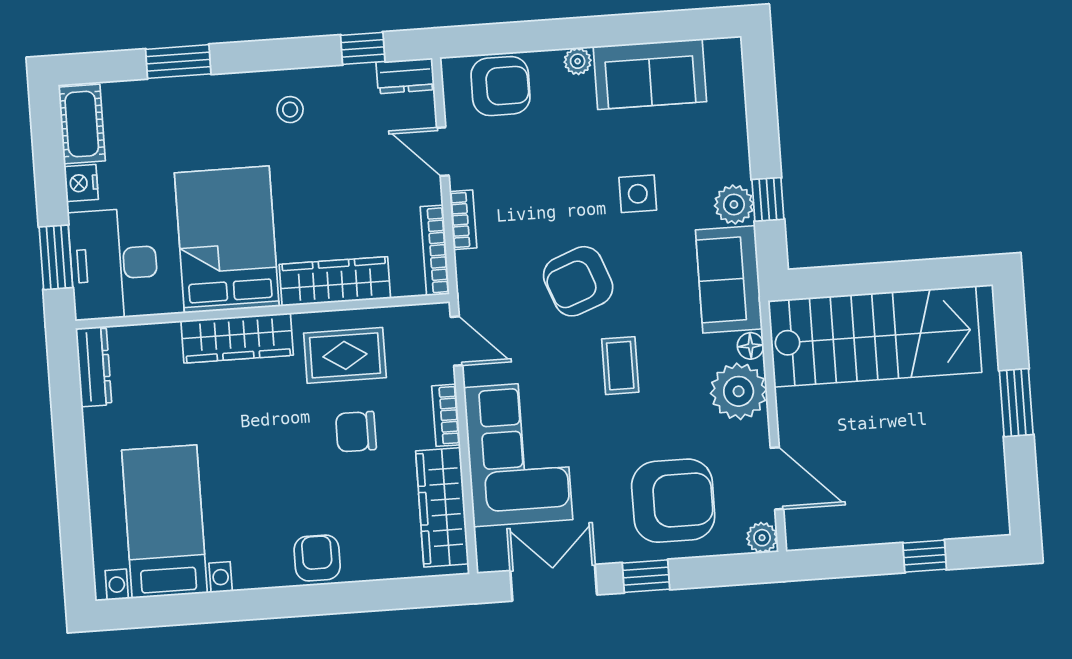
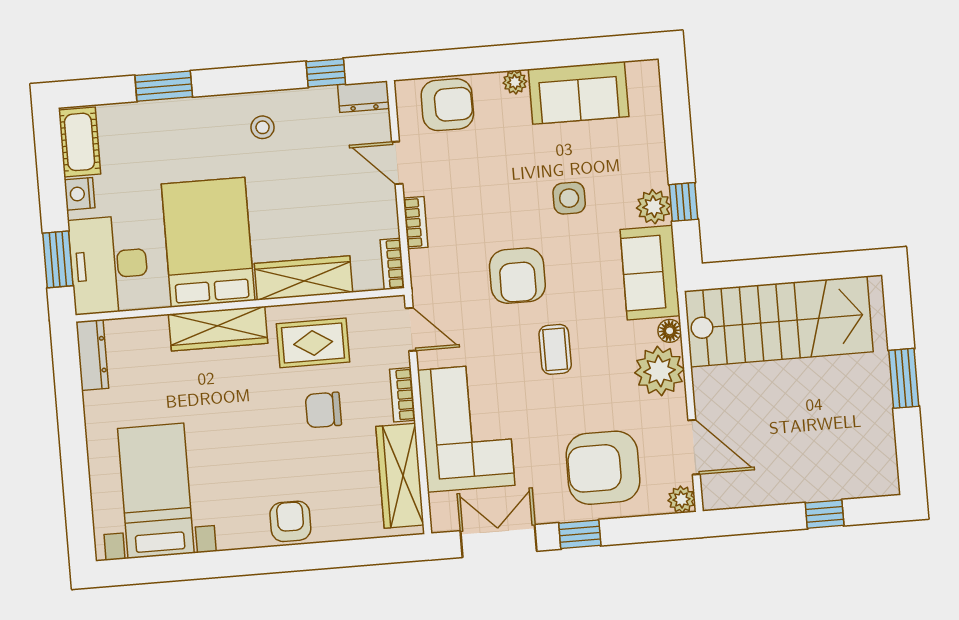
bookcase: (435, 250) -> (392, 264), width x0.64
armchair: (578, 281) -> (517, 276), turned -69
armchair: (673, 501) -> (603, 468), turned 180

